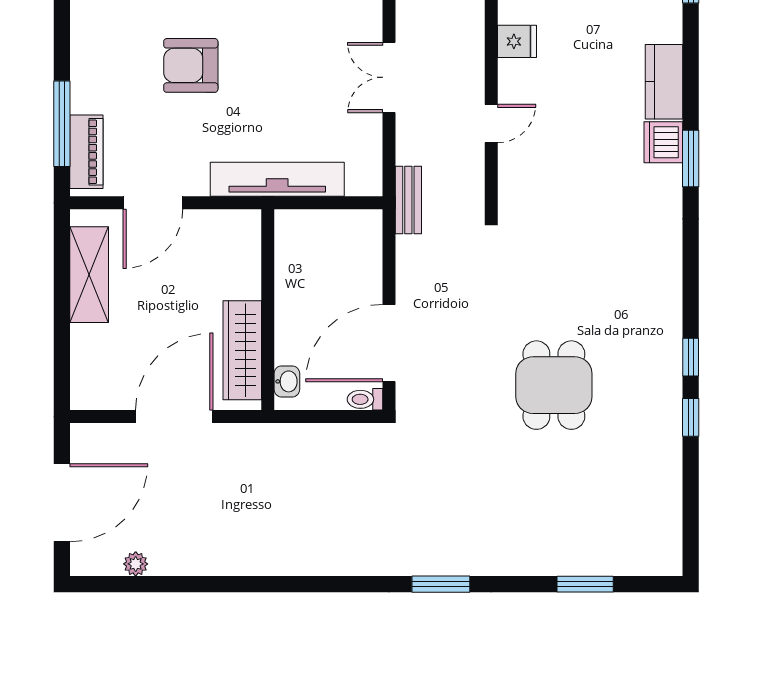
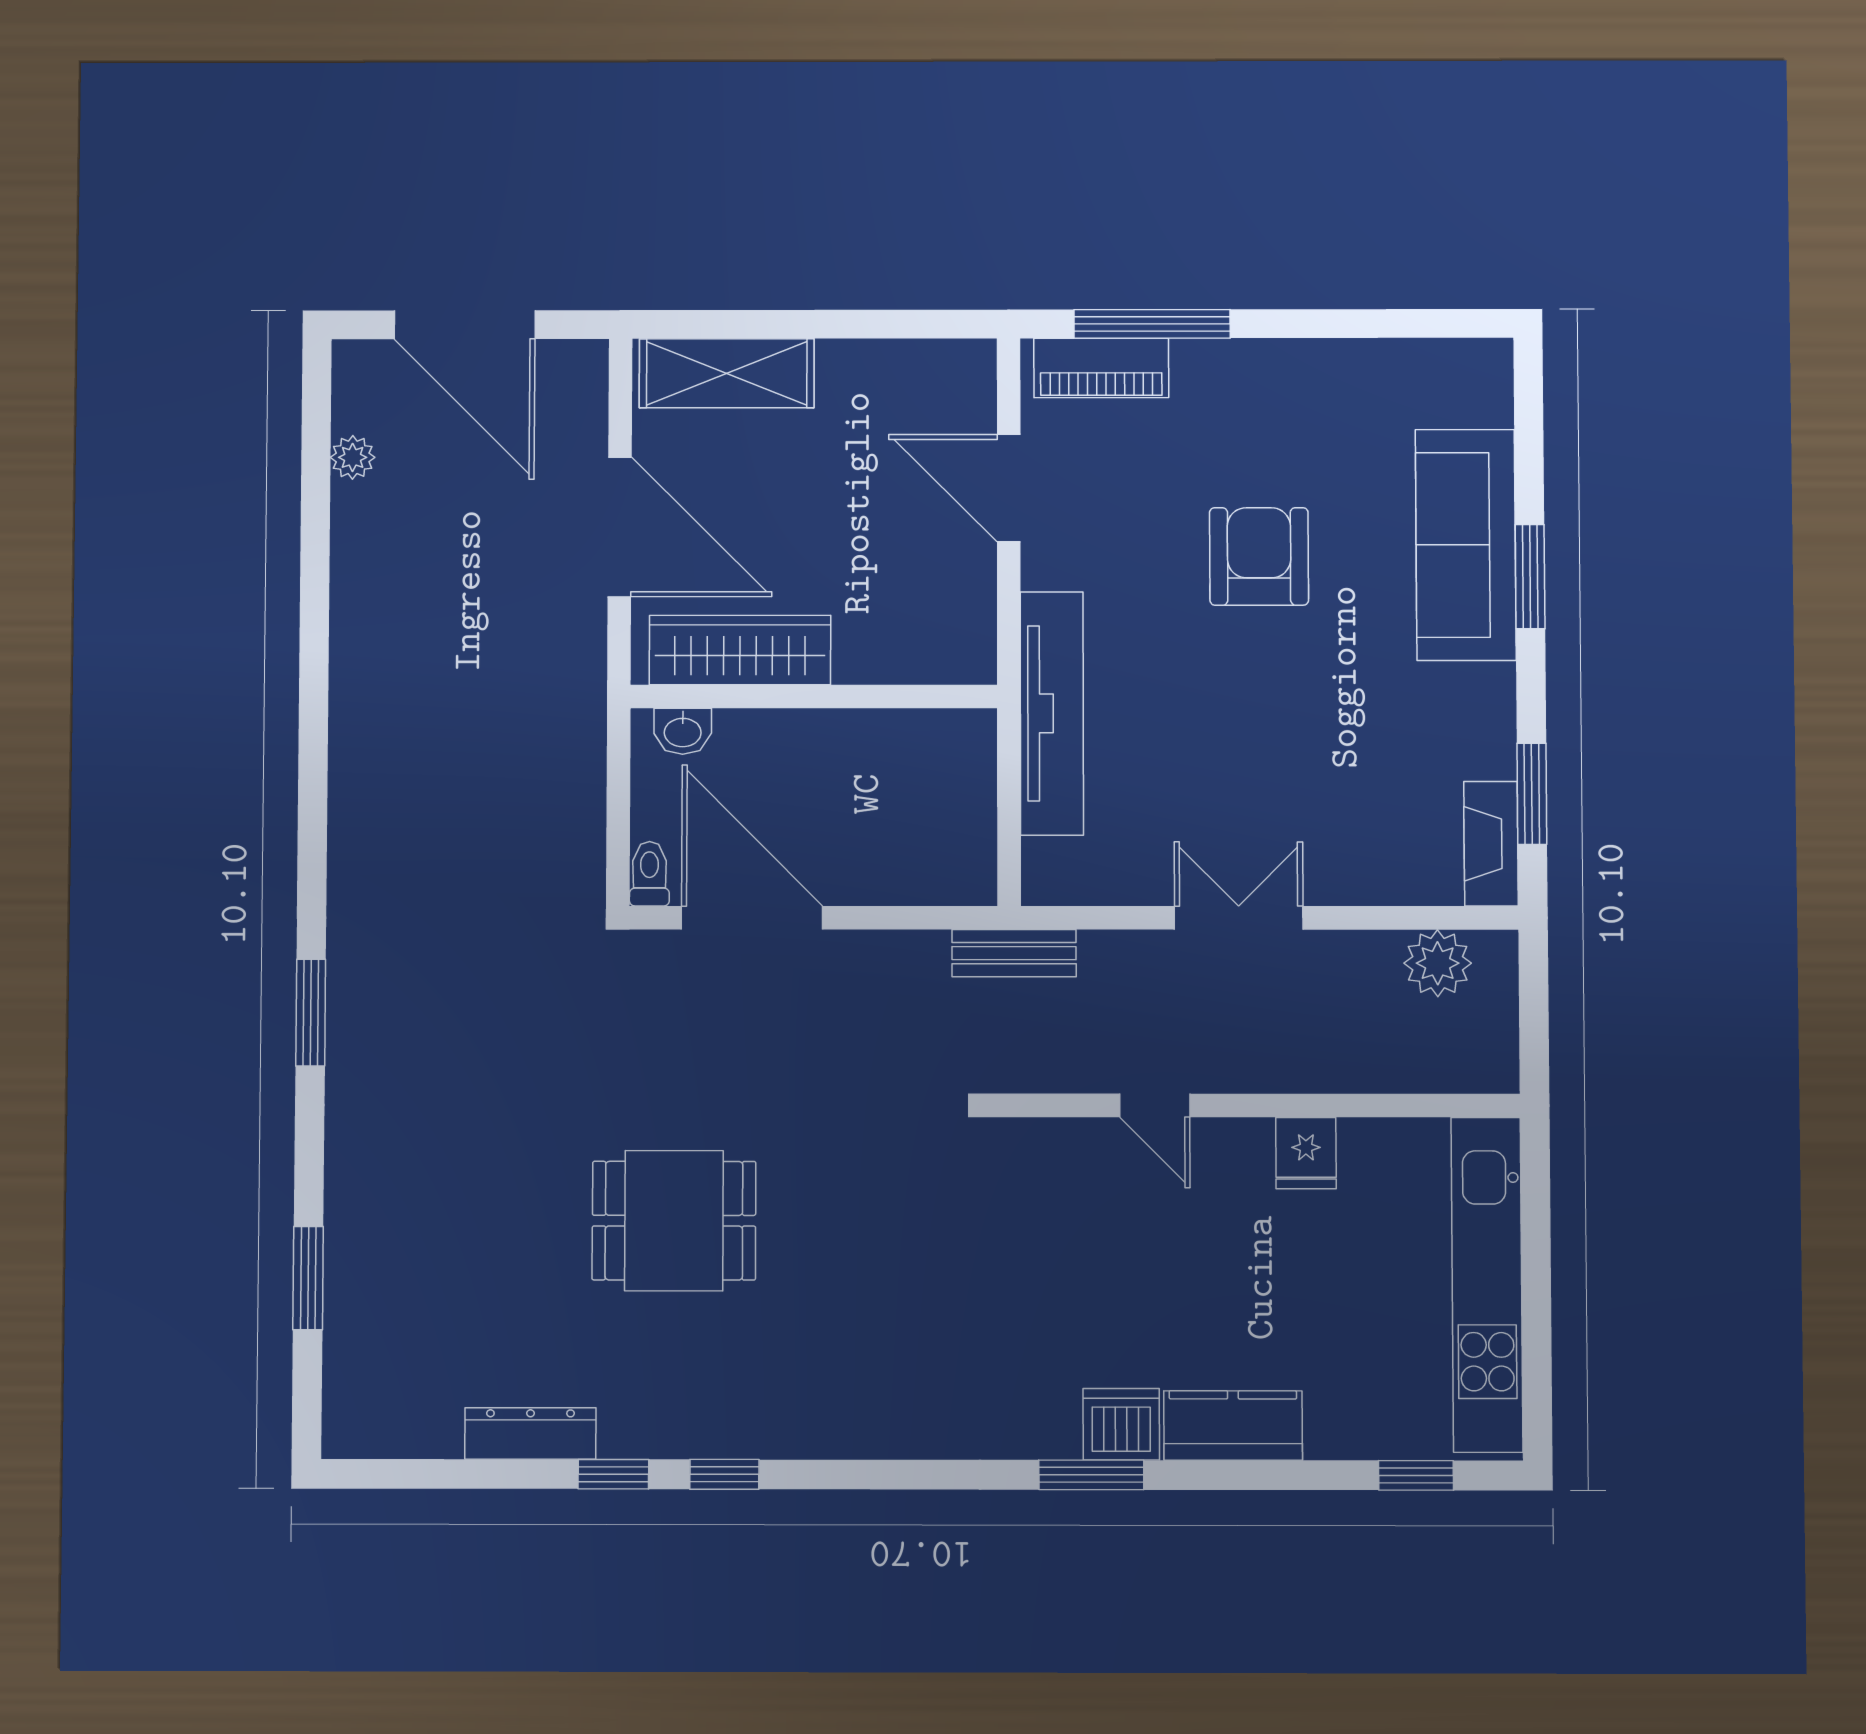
shelving: (89, 275) -> (727, 373), moved
dresser: (669, 463) -> (530, 1433), added

